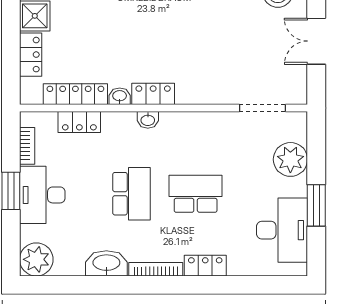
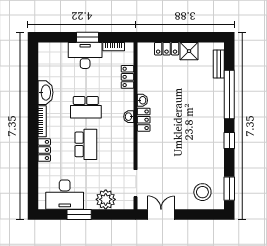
double door: (316, 41) -> (161, 214), moved
locker: (75, 94) -> (144, 75), removed
plant: (36, 259) -> (48, 52), removed

